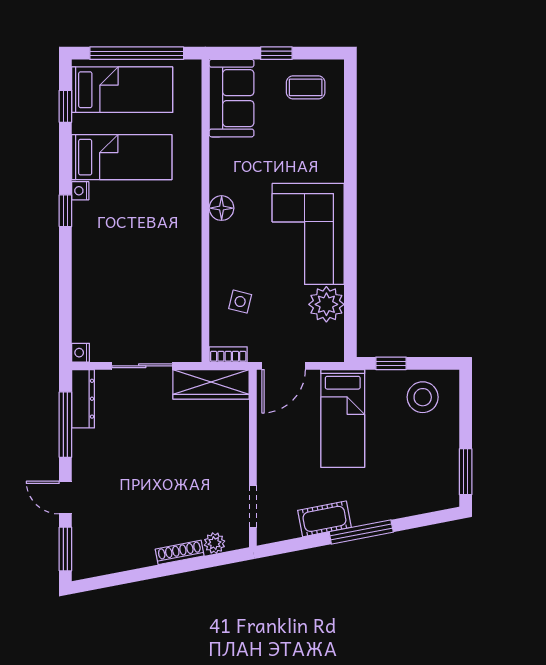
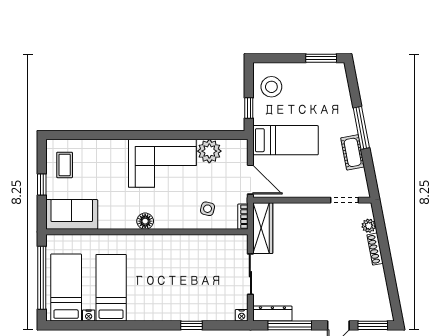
window: (65, 106) -> (77, 325), removed
nightstand: (80, 191) -> (89, 315), moved
window: (65, 211) -> (191, 325), moved

